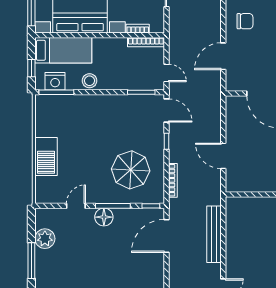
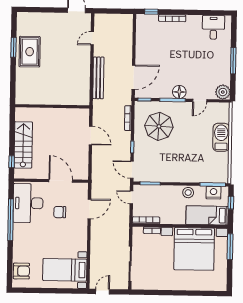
chair: (245, 21) -> (60, 212), moved
plant: (45, 239) -> (223, 92), moved

